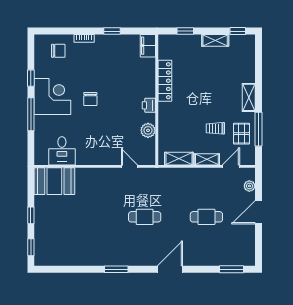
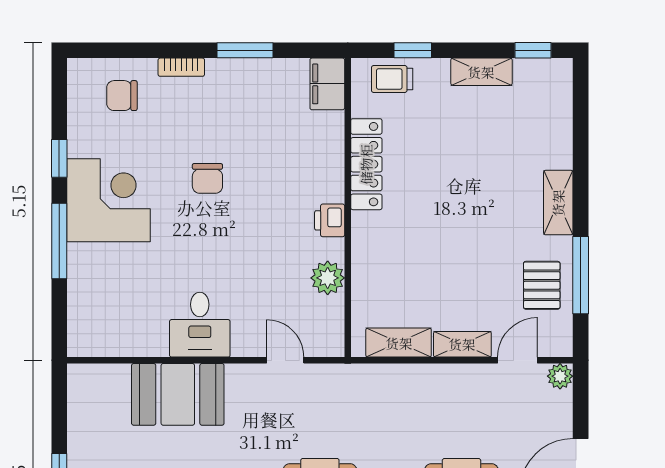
window: (112, 31) -> (245, 50), width x1.50
chair: (58, 51) -> (122, 96), turned 180
chair: (90, 99) -> (207, 178), moved
trolley: (215, 128) -> (392, 79), moved
desk: (62, 151) -> (200, 325), moved
booth: (54, 181) -> (178, 394), moved
plant: (249, 186) -> (560, 376), moved

